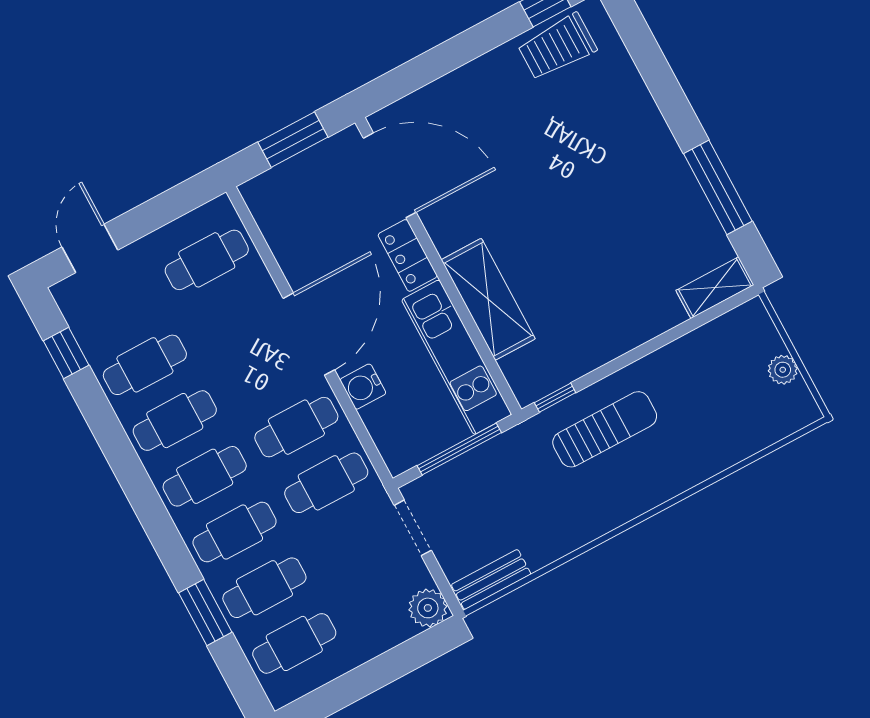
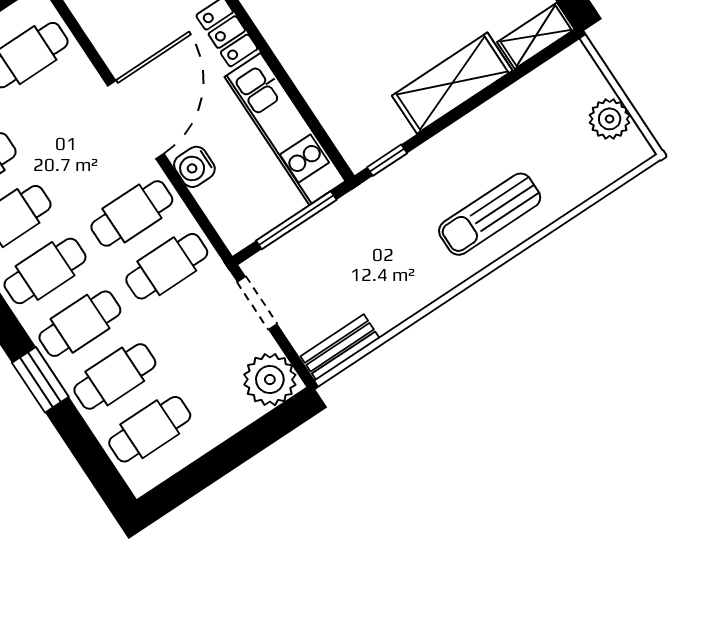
shelving: (488, 299) -> (452, 83), moved, turned 90
plant: (783, 370) -> (610, 119), width x1.38, depth x1.38
sun lounger: (605, 429) -> (490, 214), moved, turned 180
plant: (428, 608) -> (270, 380), width x1.36, depth x1.36
window: (205, 613) -> (40, 380), moved

